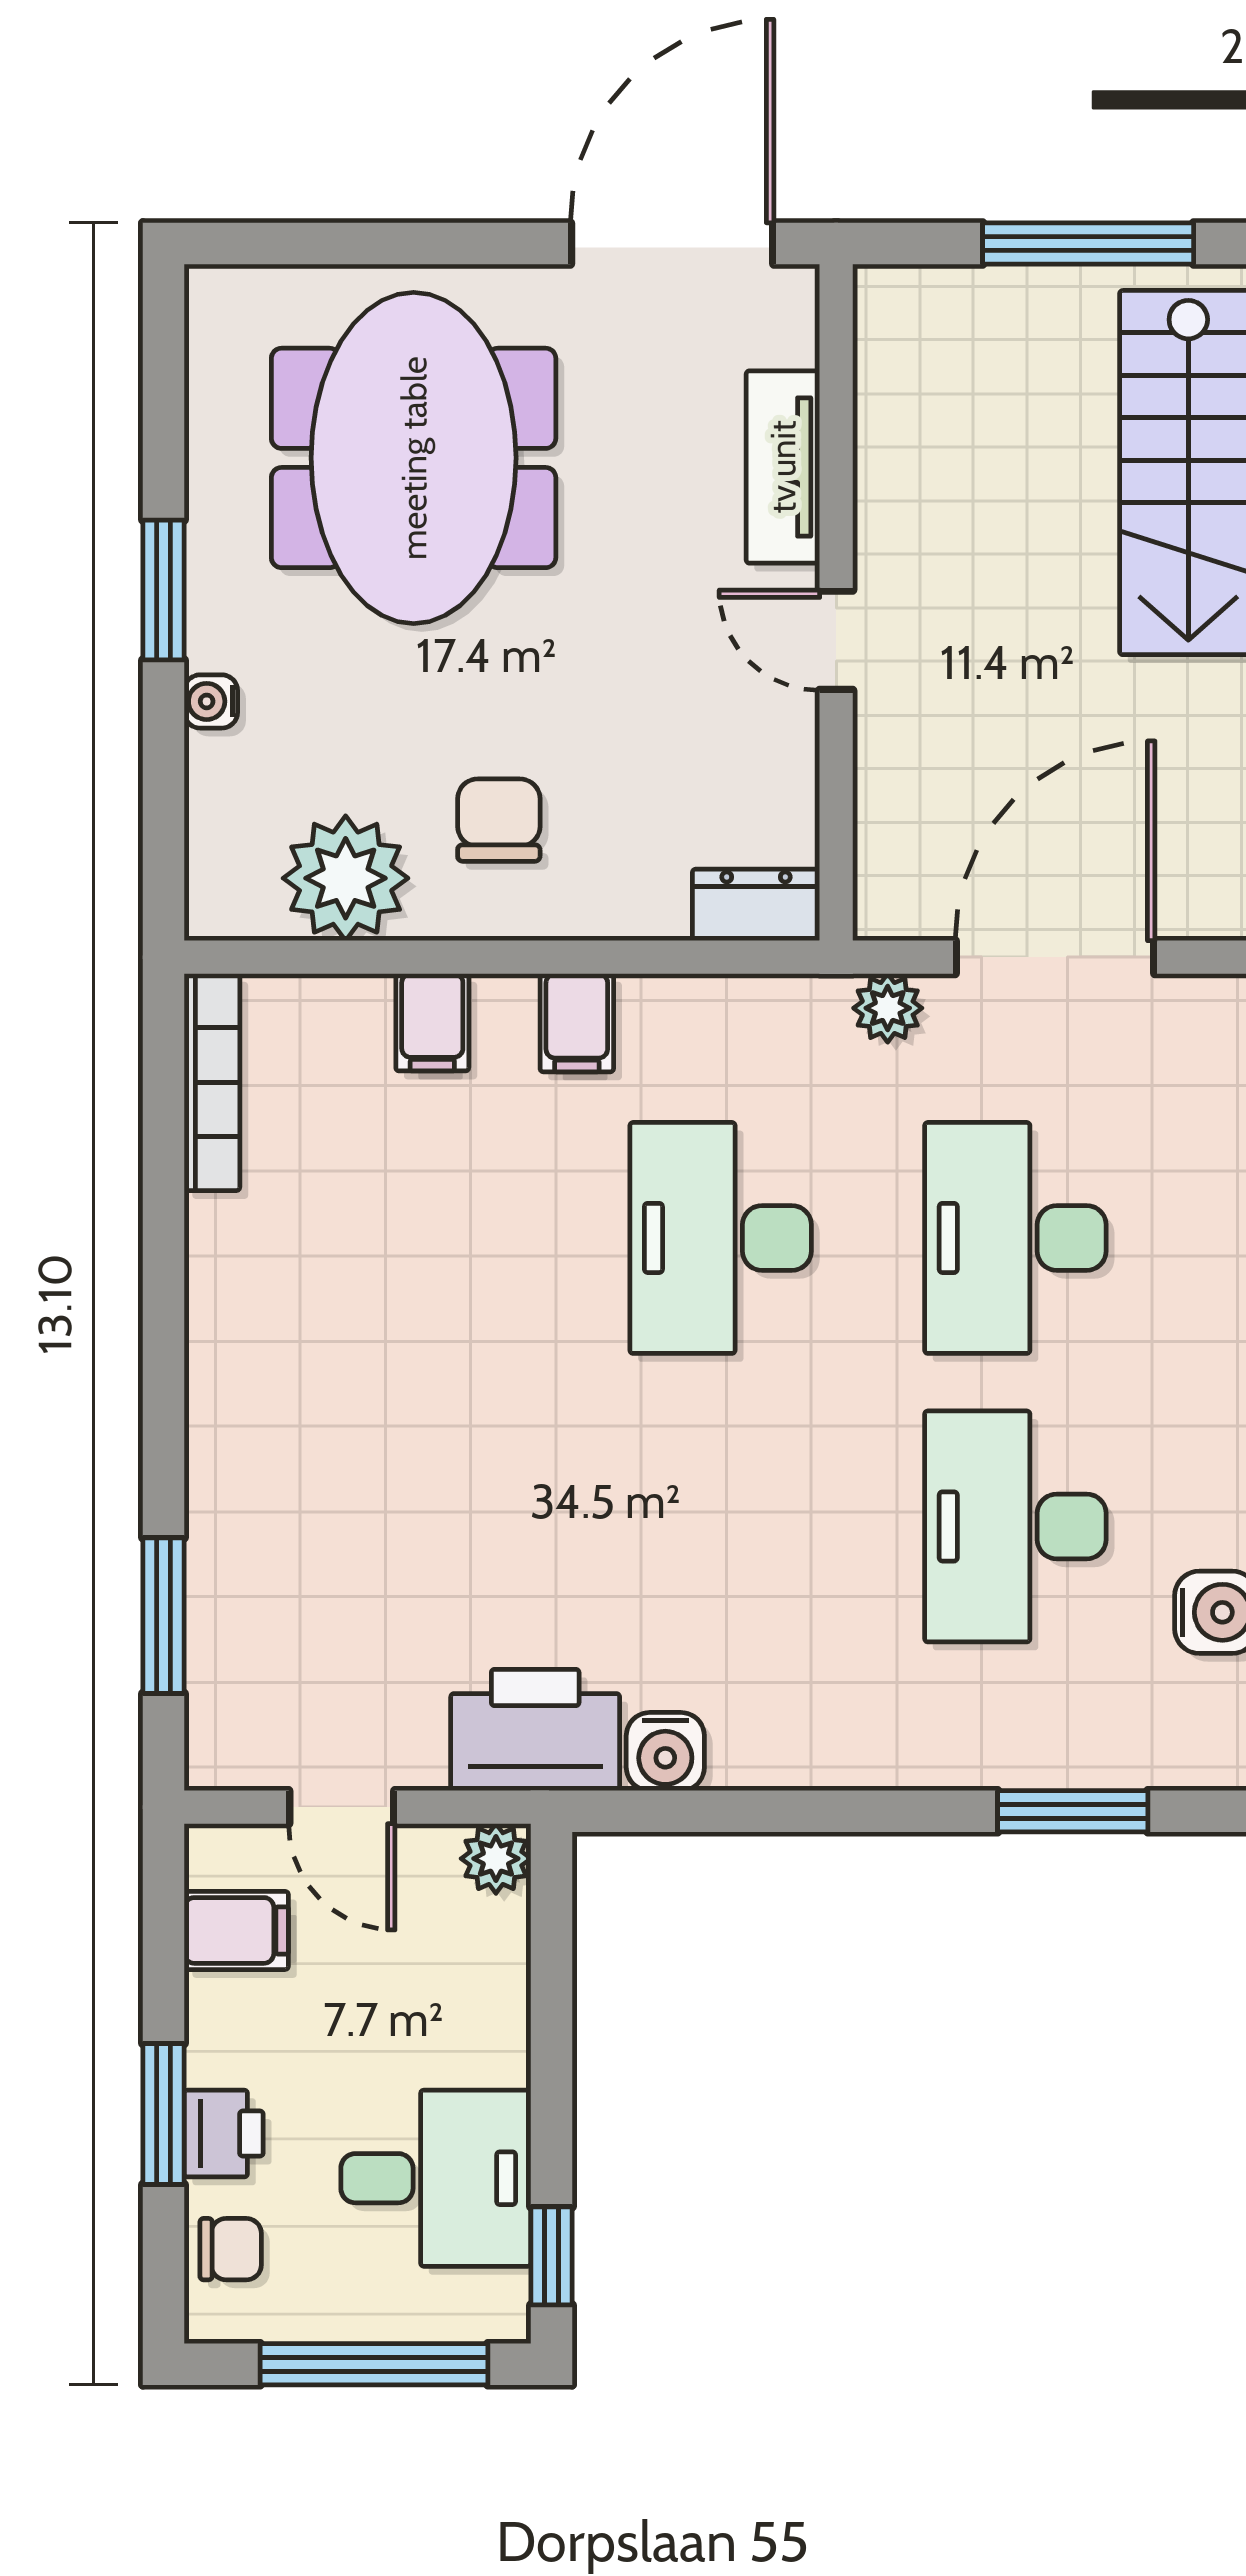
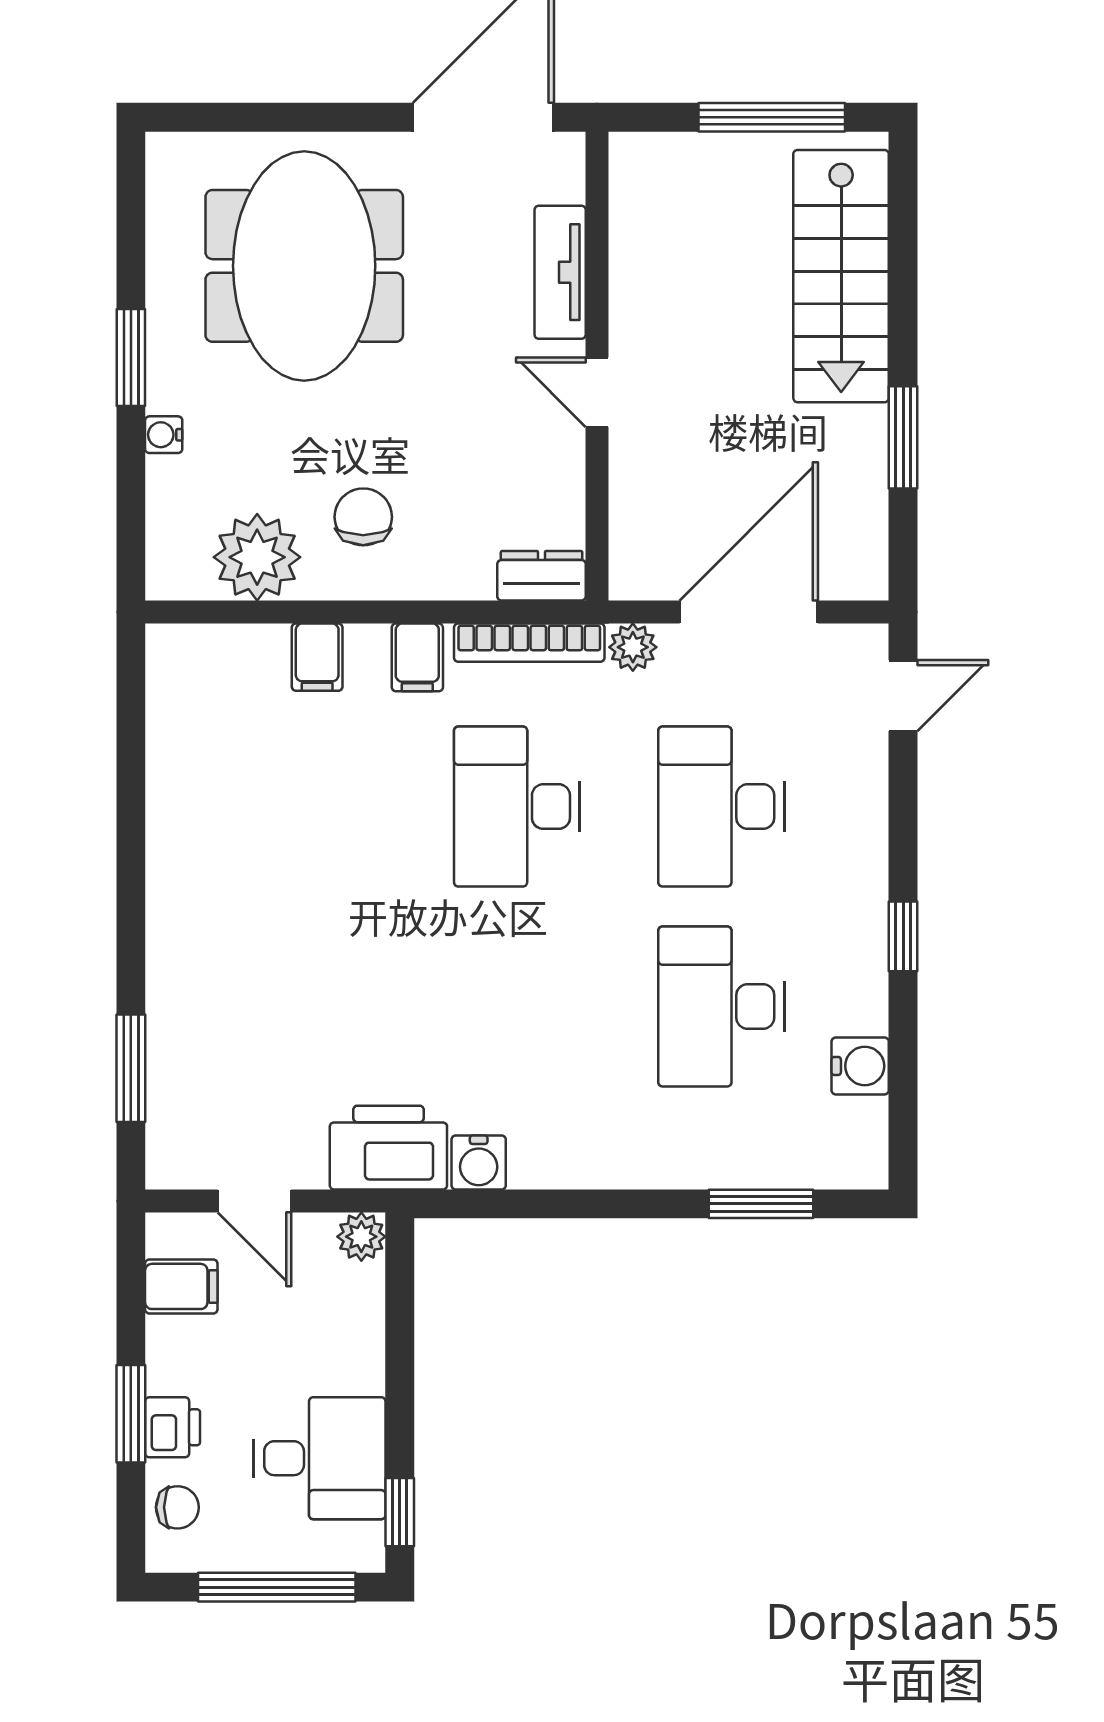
bookcase: (212, 1082) -> (529, 643), moved, turned 90

